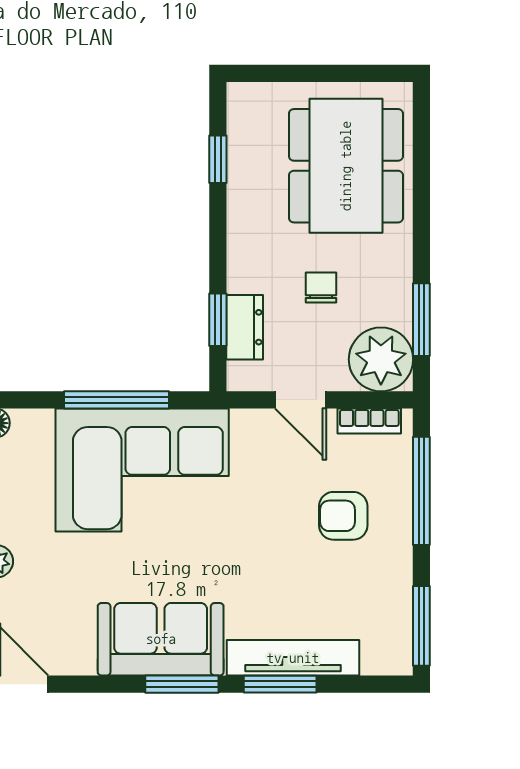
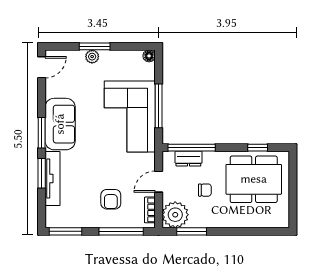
dining table: (346, 166) -> (254, 179), moved
window: (218, 320) -> (192, 148), width x2.17
armchair: (343, 516) -> (111, 199), turned 180

